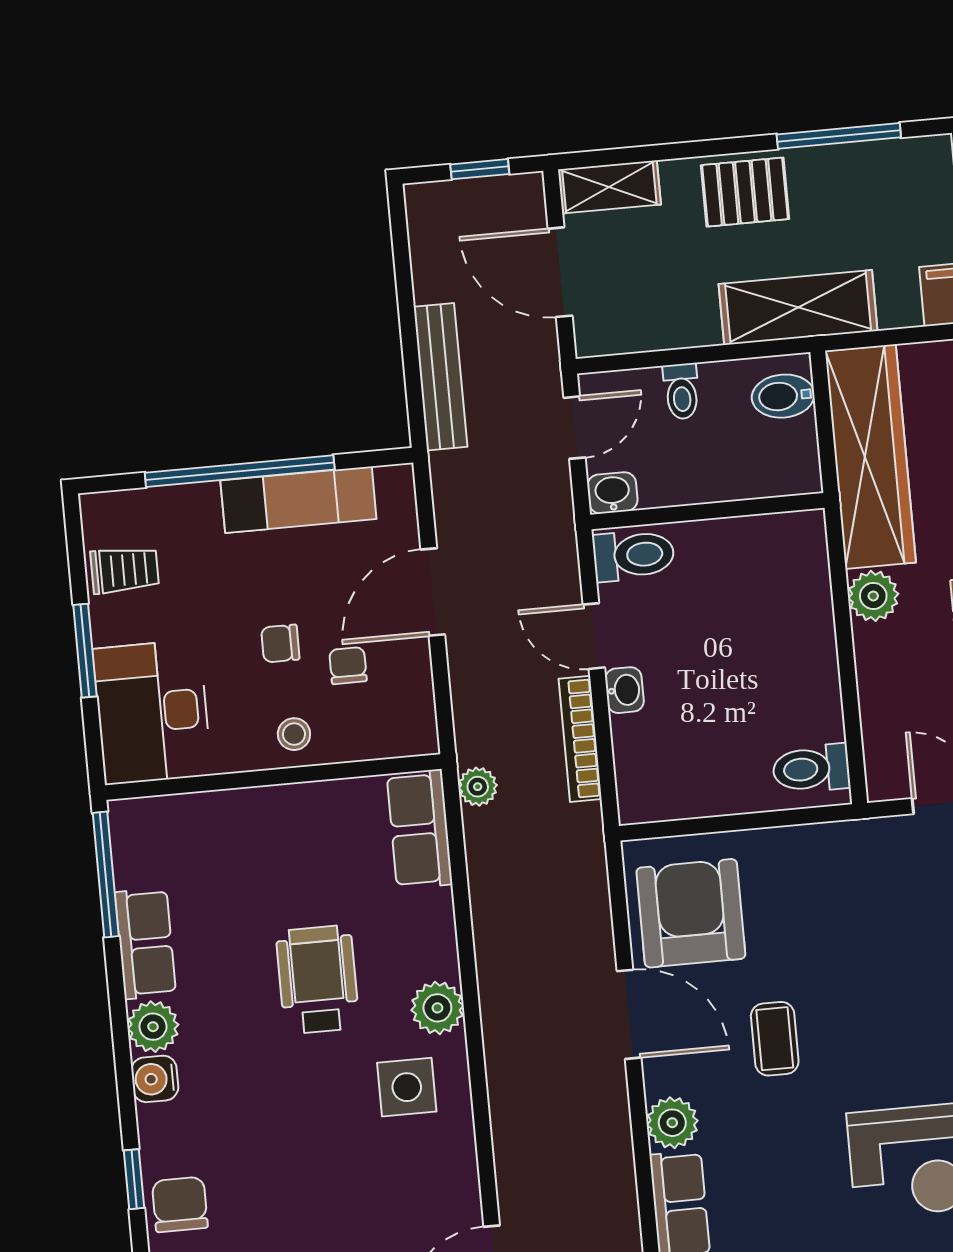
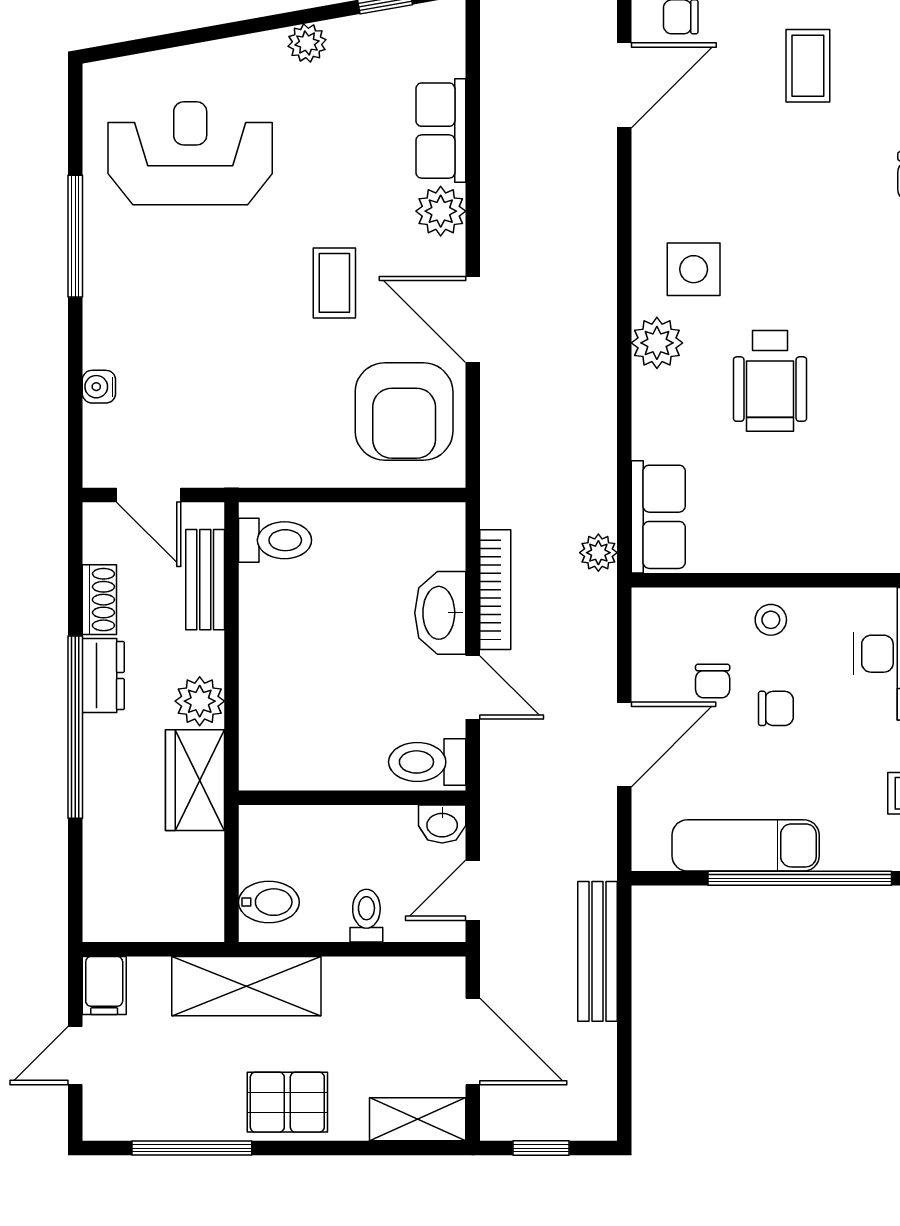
wardrobe: (870, 457) -> (195, 780), width x0.48, depth x0.85
washbasin: (624, 690) -> (440, 613), width x1.91, depth x1.45
bench: (879, 721) -> (205, 580), added

